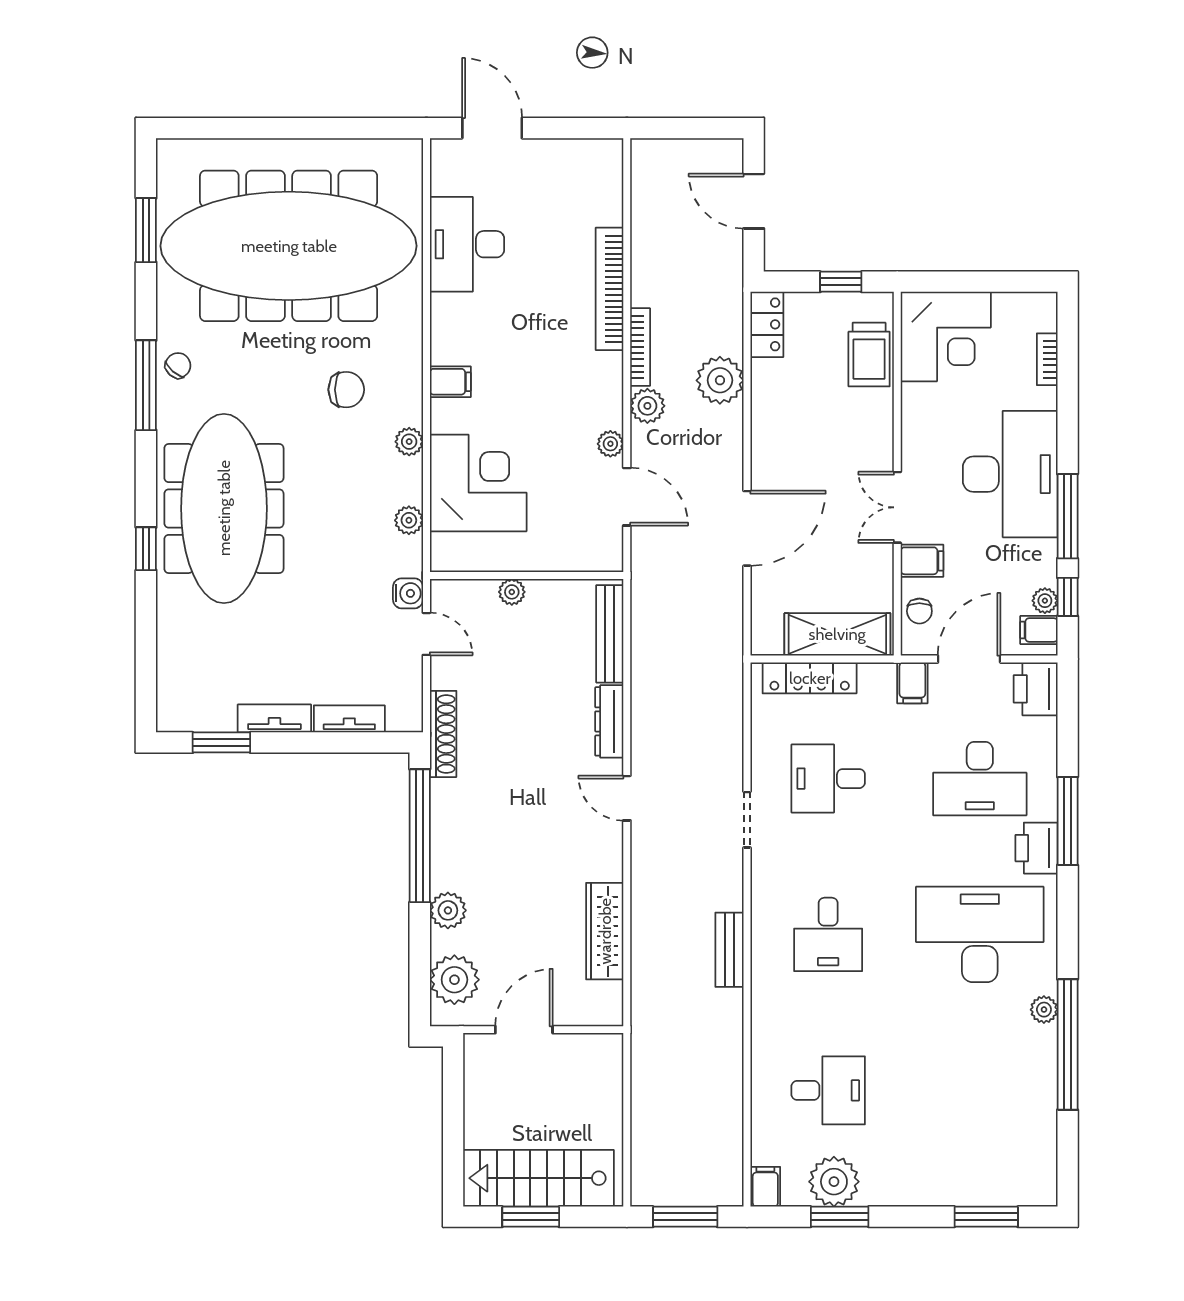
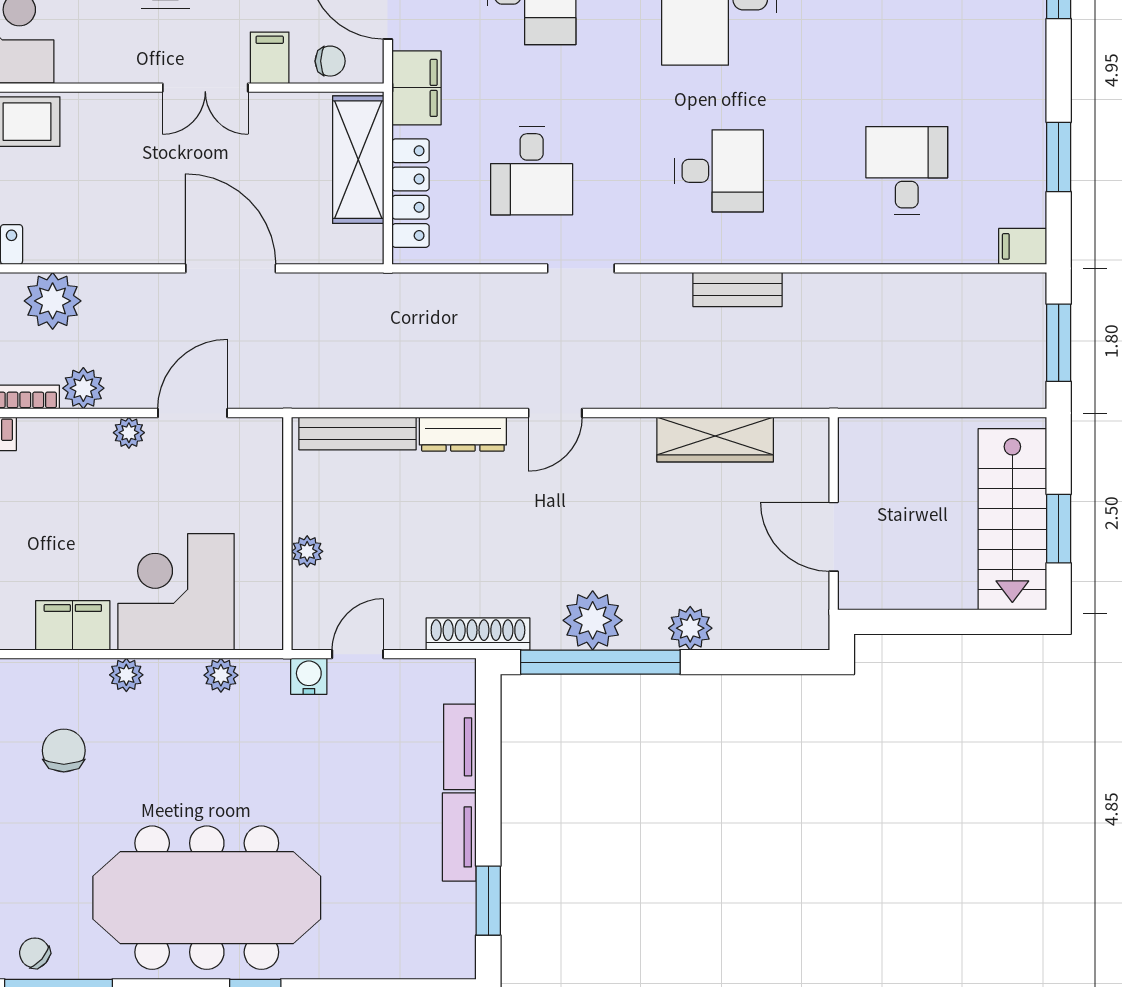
filing cabinet: (450, 382) -> (73, 625), width x2.00
filing cabinet: (912, 683) -> (416, 88), width x2.00
plant: (454, 980) -> (593, 620), moved
plant: (834, 1182) -> (1016, 164), removed

